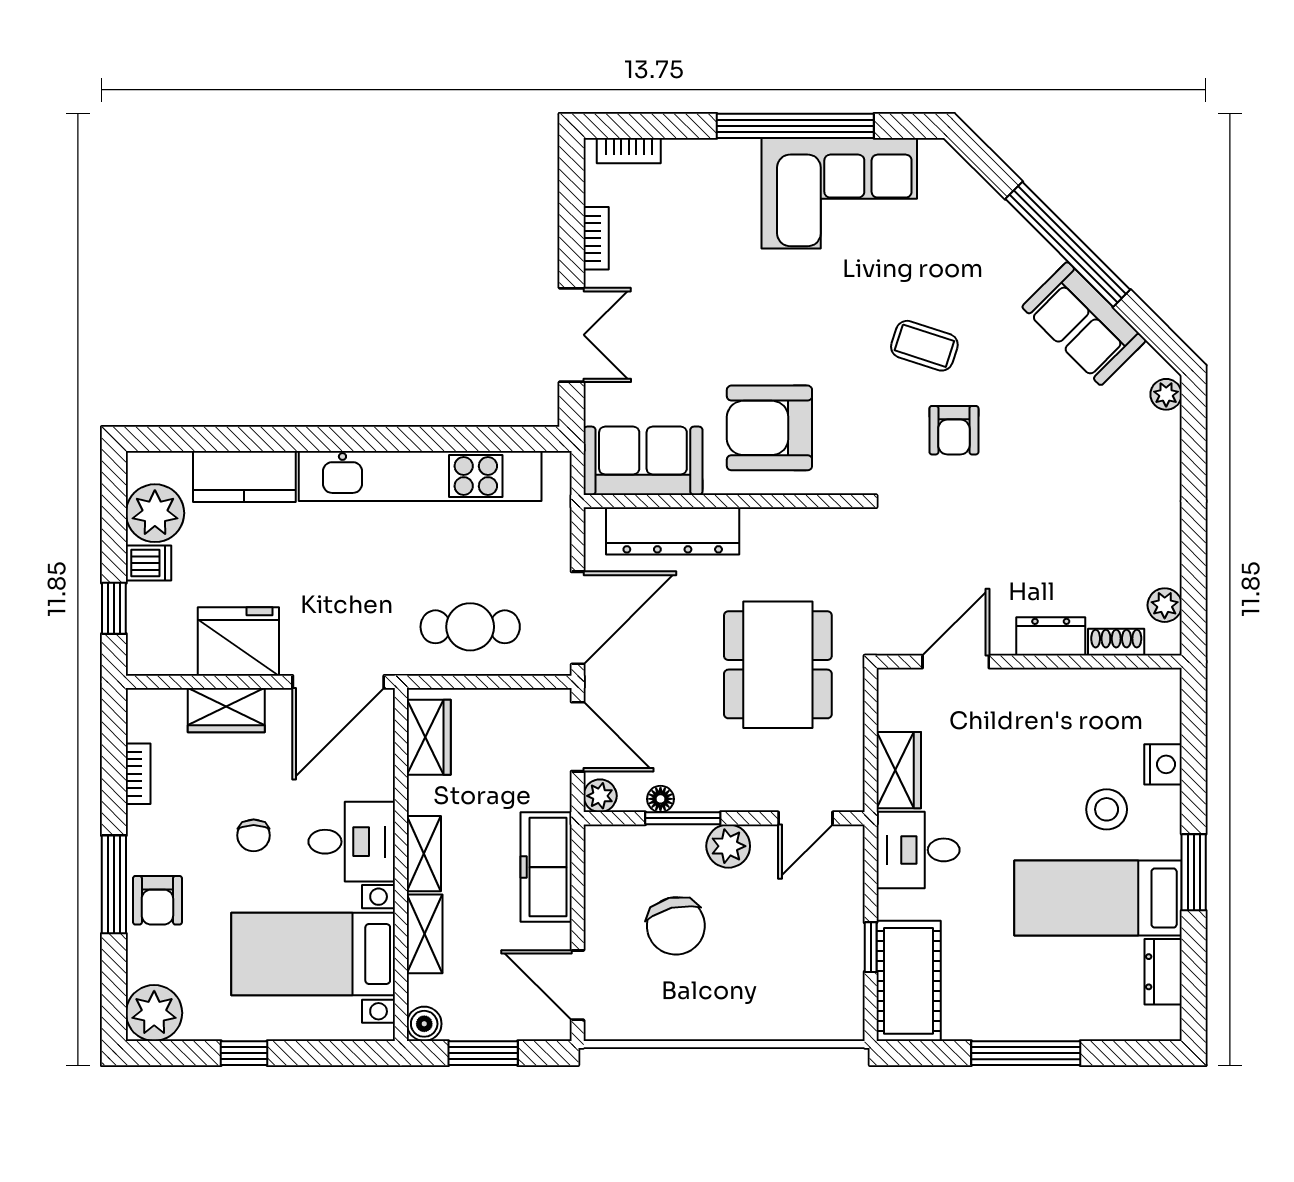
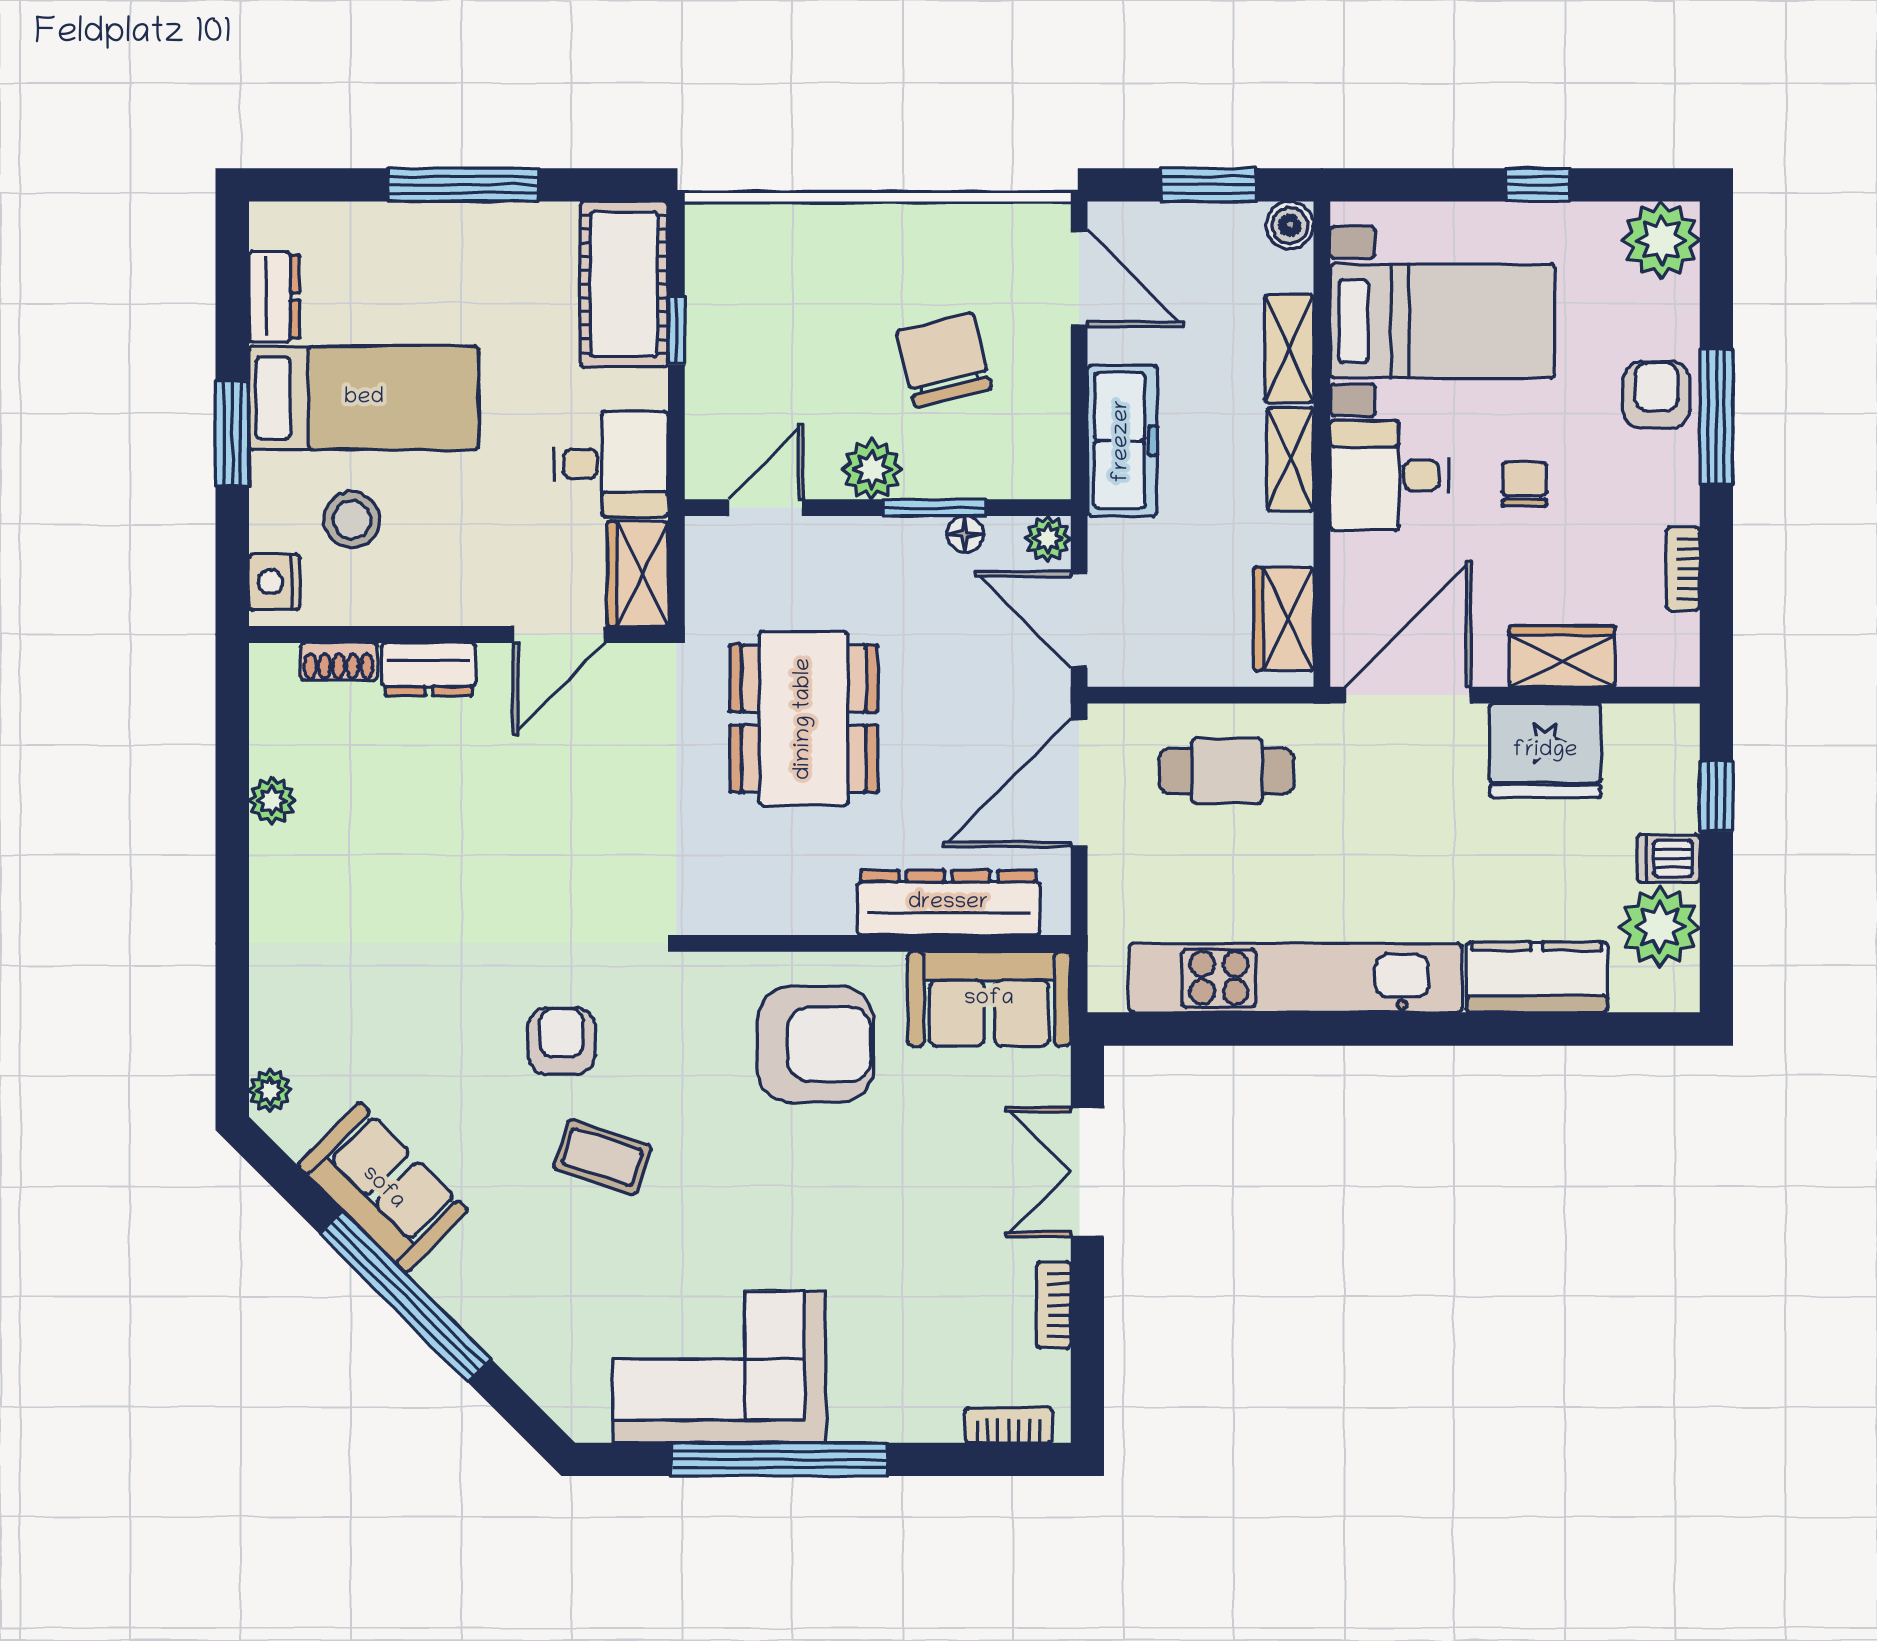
dresser: (1051, 636) -> (429, 669), moved
shoe rack: (1116, 642) -> (339, 661), moved
door: (956, 662) -> (559, 635), moved
wall: (1029, 662) -> (458, 635), moved

